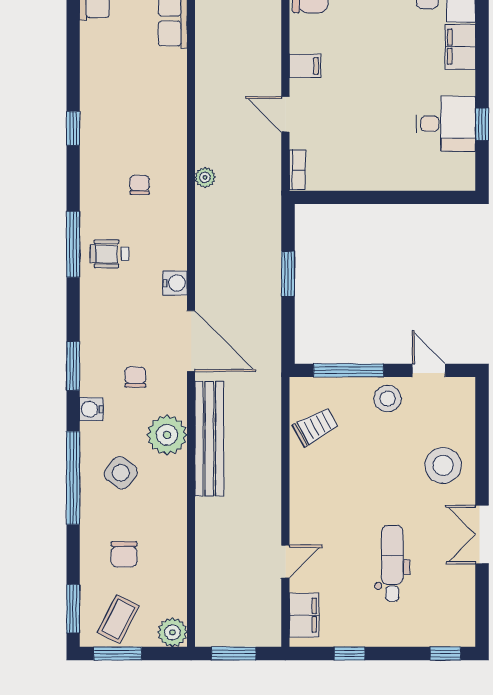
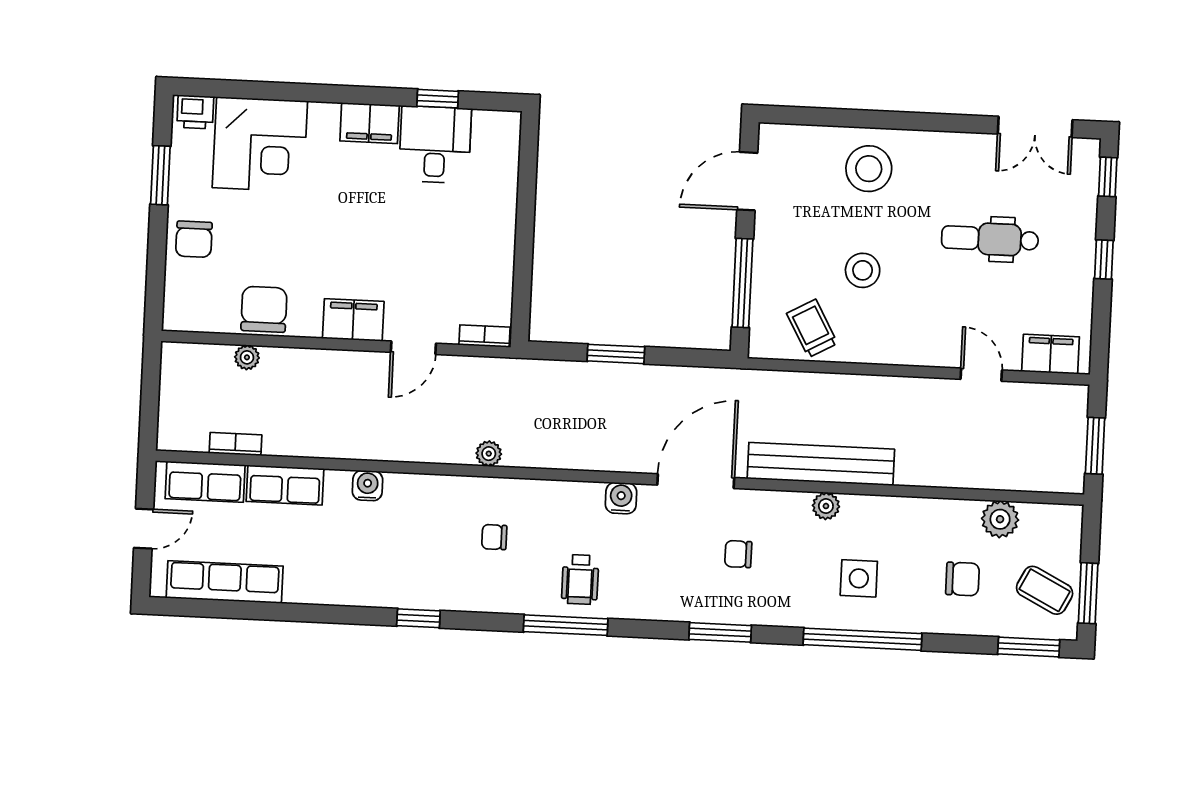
filing cabinet: (460, 47) -> (370, 123), moved
filing cabinet: (305, 66) -> (353, 320), width x2.00
door: (429, 370) -> (747, 181), width x1.38
stool: (388, 399) -> (863, 270), moved
water cooler: (91, 409) -> (368, 486), moved, turned 180
plant: (167, 435) -> (826, 506), width x0.53, depth x0.53
side table: (121, 473) -> (859, 578), turned -36
double door: (482, 535) -> (1035, 127), moved
plant: (172, 632) -> (1000, 519), moved
window: (350, 653) -> (1104, 260), moved

